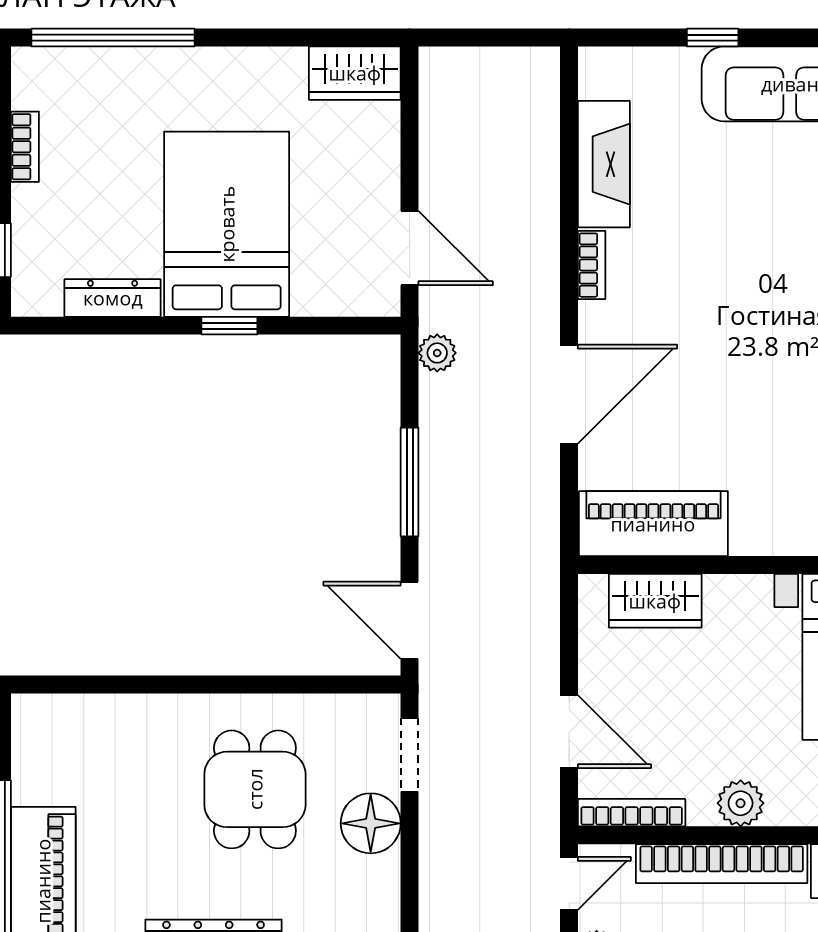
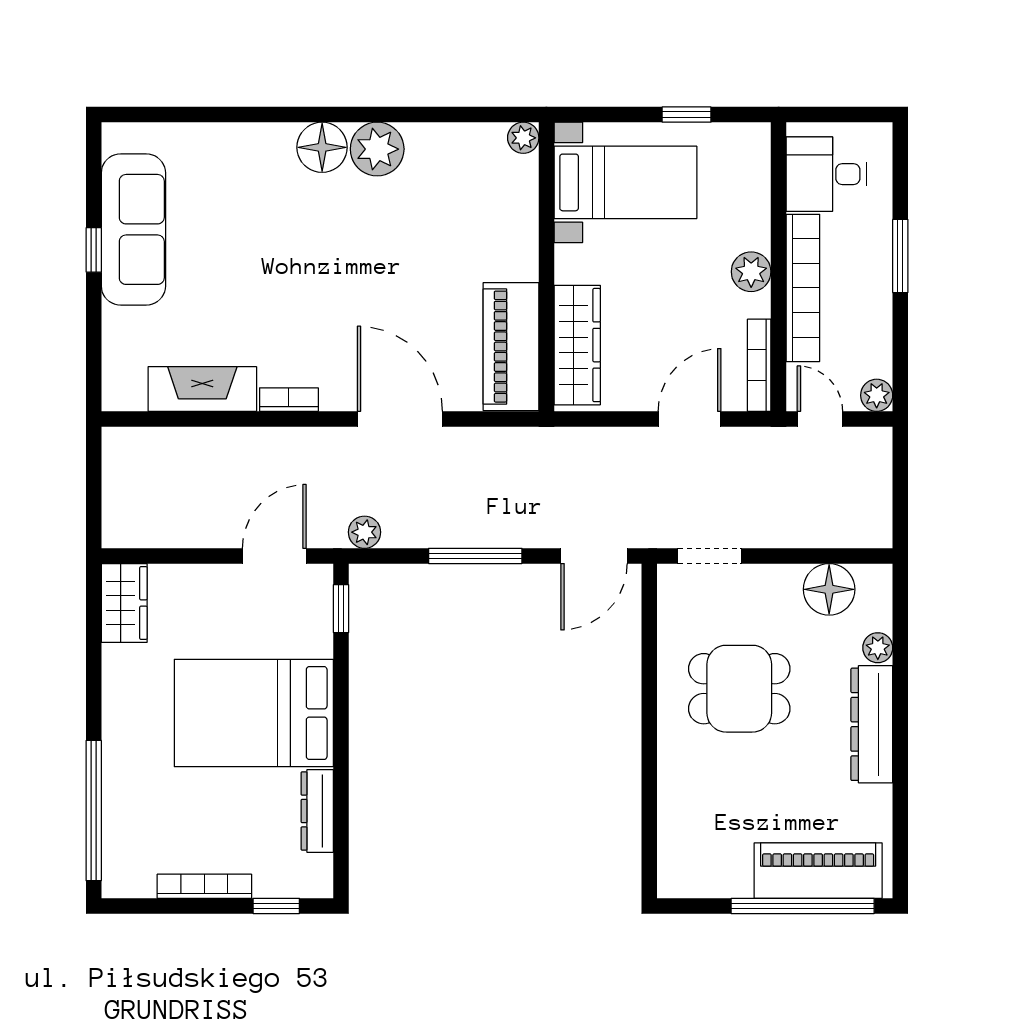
window: (713, 38) -> (94, 250), moved
bookcase: (25, 147) -> (204, 886), width x1.56
window: (229, 326) -> (341, 609), moved
wardrobe: (655, 601) -> (577, 345), width x1.50
floor lamp: (371, 823) -> (829, 589), moved

